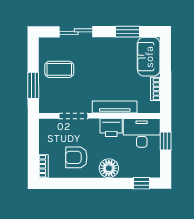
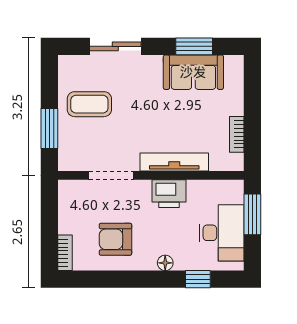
sofa: (149, 57) -> (193, 72), moved, turned -90
desk: (142, 133) -> (222, 233), moved, turned 90
window: (166, 141) -> (252, 214), width x1.50
floor lamp: (109, 168) -> (165, 263), width x0.53, depth x0.53
window: (141, 183) -> (198, 279), moved

